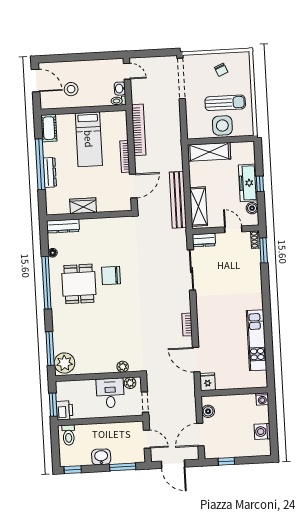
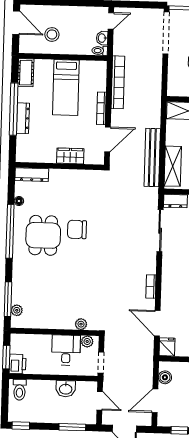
door: (127, 71) -> (111, 21), hinge flipped
wardrobe: (83, 206) -> (70, 156), moved
plant: (64, 363) -> (17, 310), width x0.53, depth x0.53
washbasin: (101, 457) -> (66, 389), moved, turned 180

